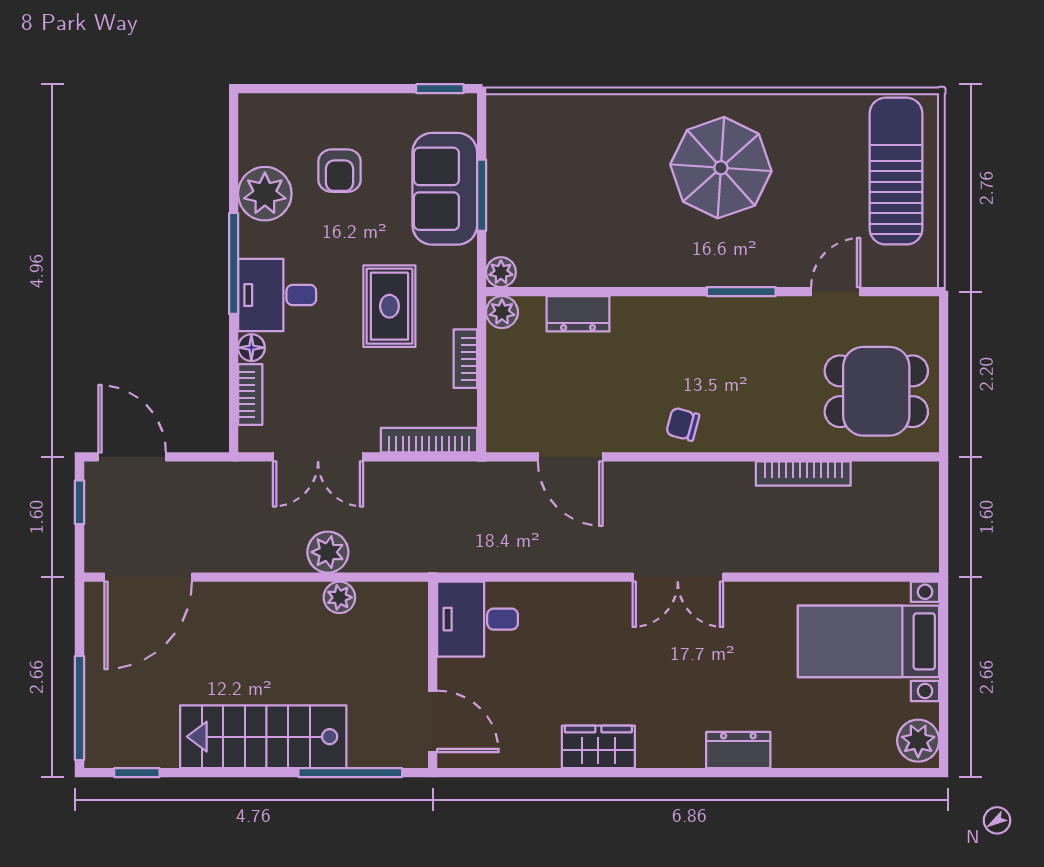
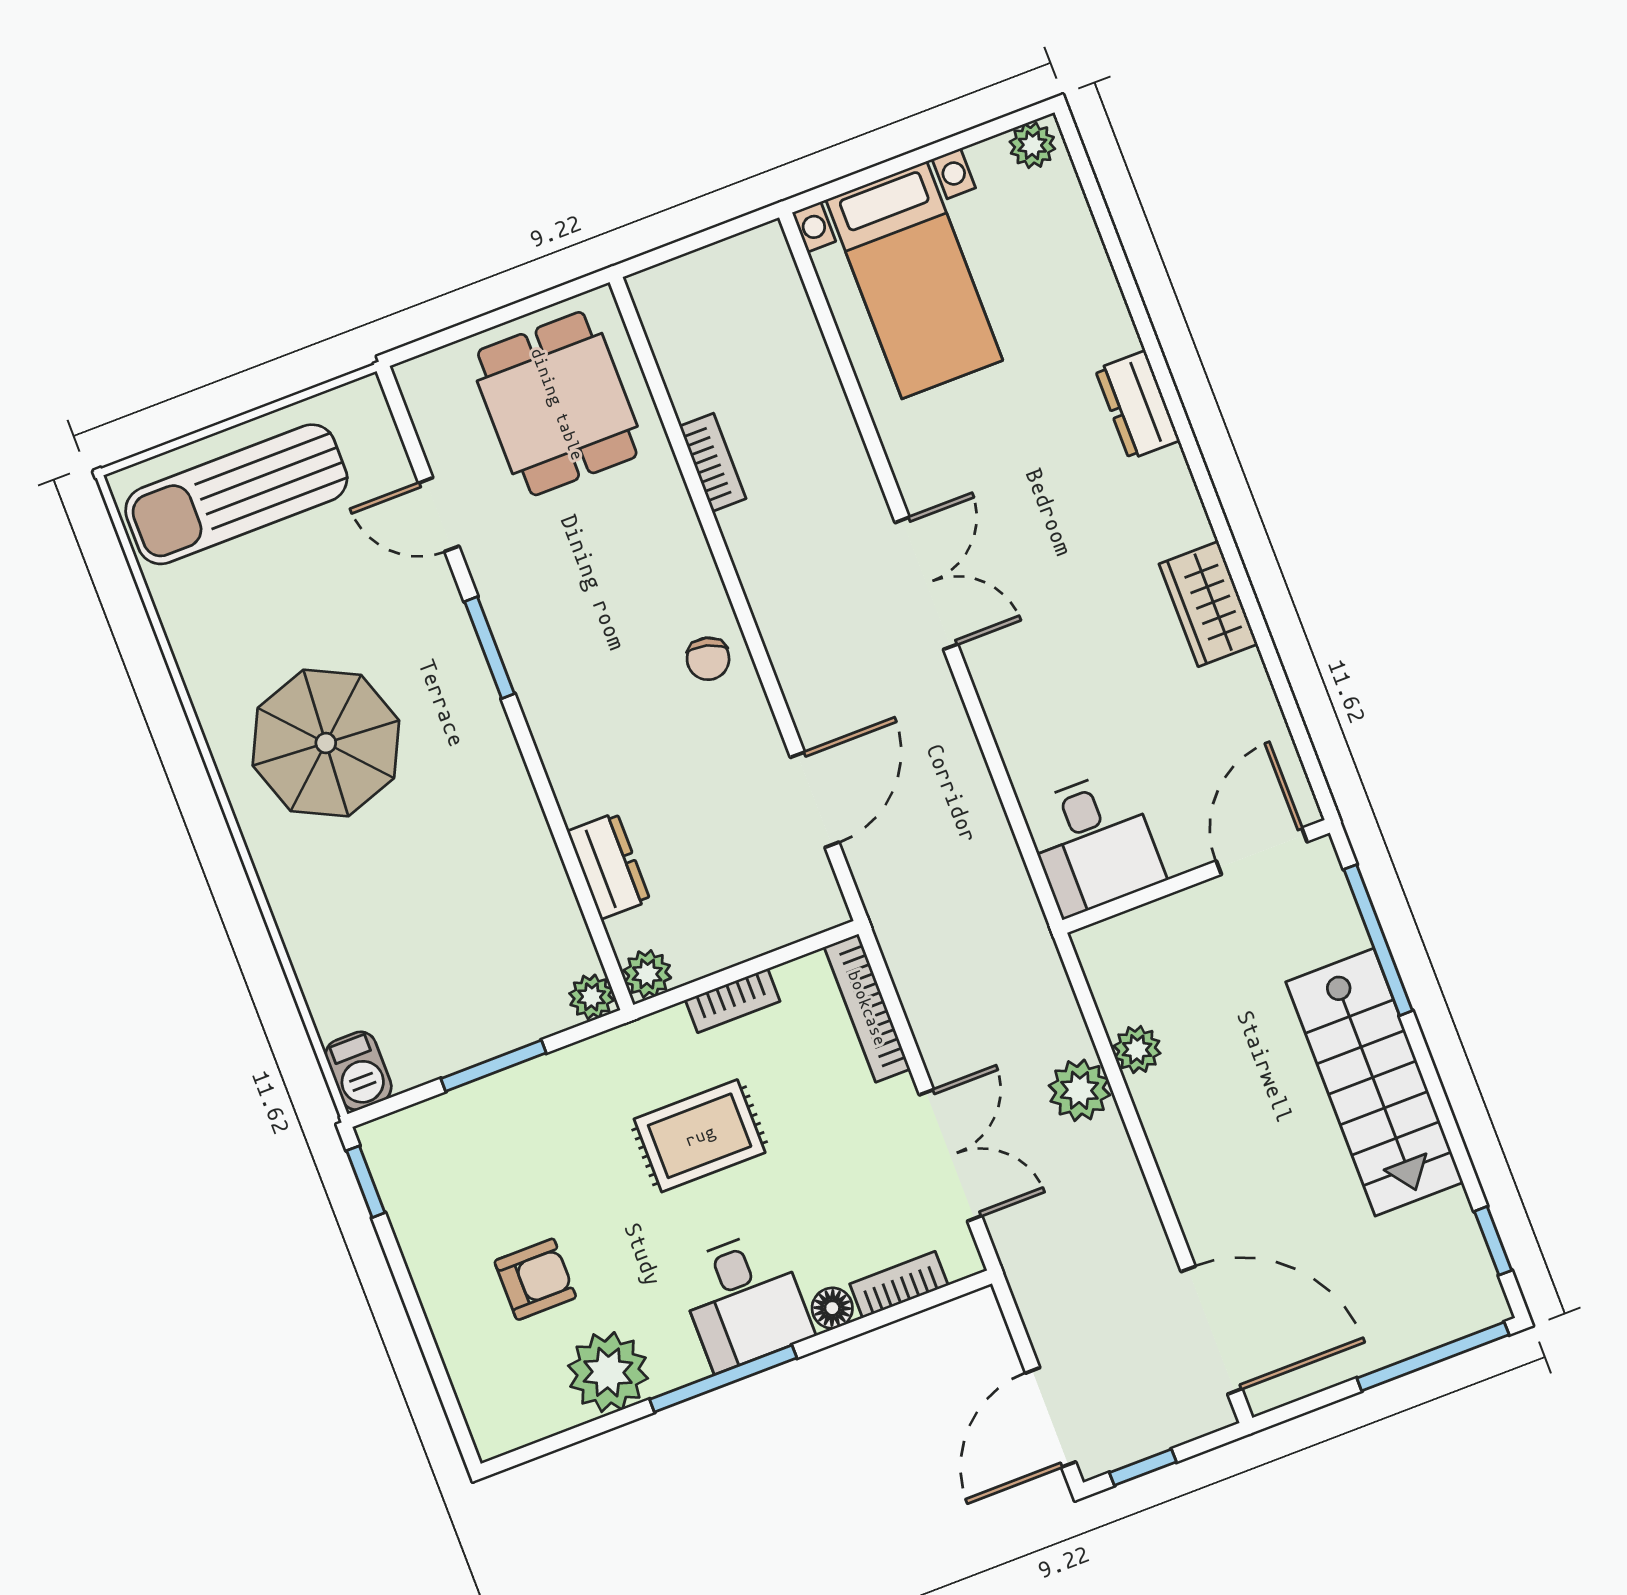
barbecue: (510, 110) -> (358, 1071), added
sofa: (445, 189) -> (504, 1121), removed
bookcase: (803, 474) -> (713, 462), width x0.64
plant: (918, 741) -> (1032, 145), width x0.73, depth x0.73

